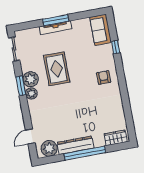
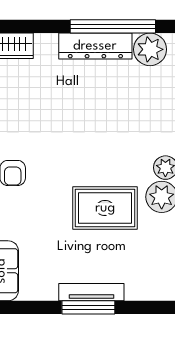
rug: (57, 69) -> (105, 208), turned 90
window: (85, 153) -> (113, 26), moved

